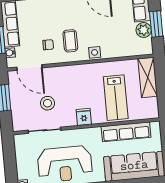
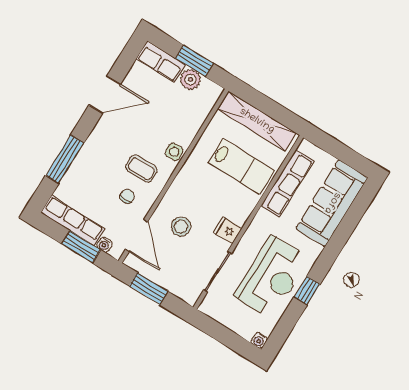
door: (29, 67) -> (137, 236), hinge flipped
shelving: (148, 78) -> (257, 121), width x1.47
stool: (47, 103) -> (181, 227), moved
fridge: (84, 117) -> (228, 230), moved

